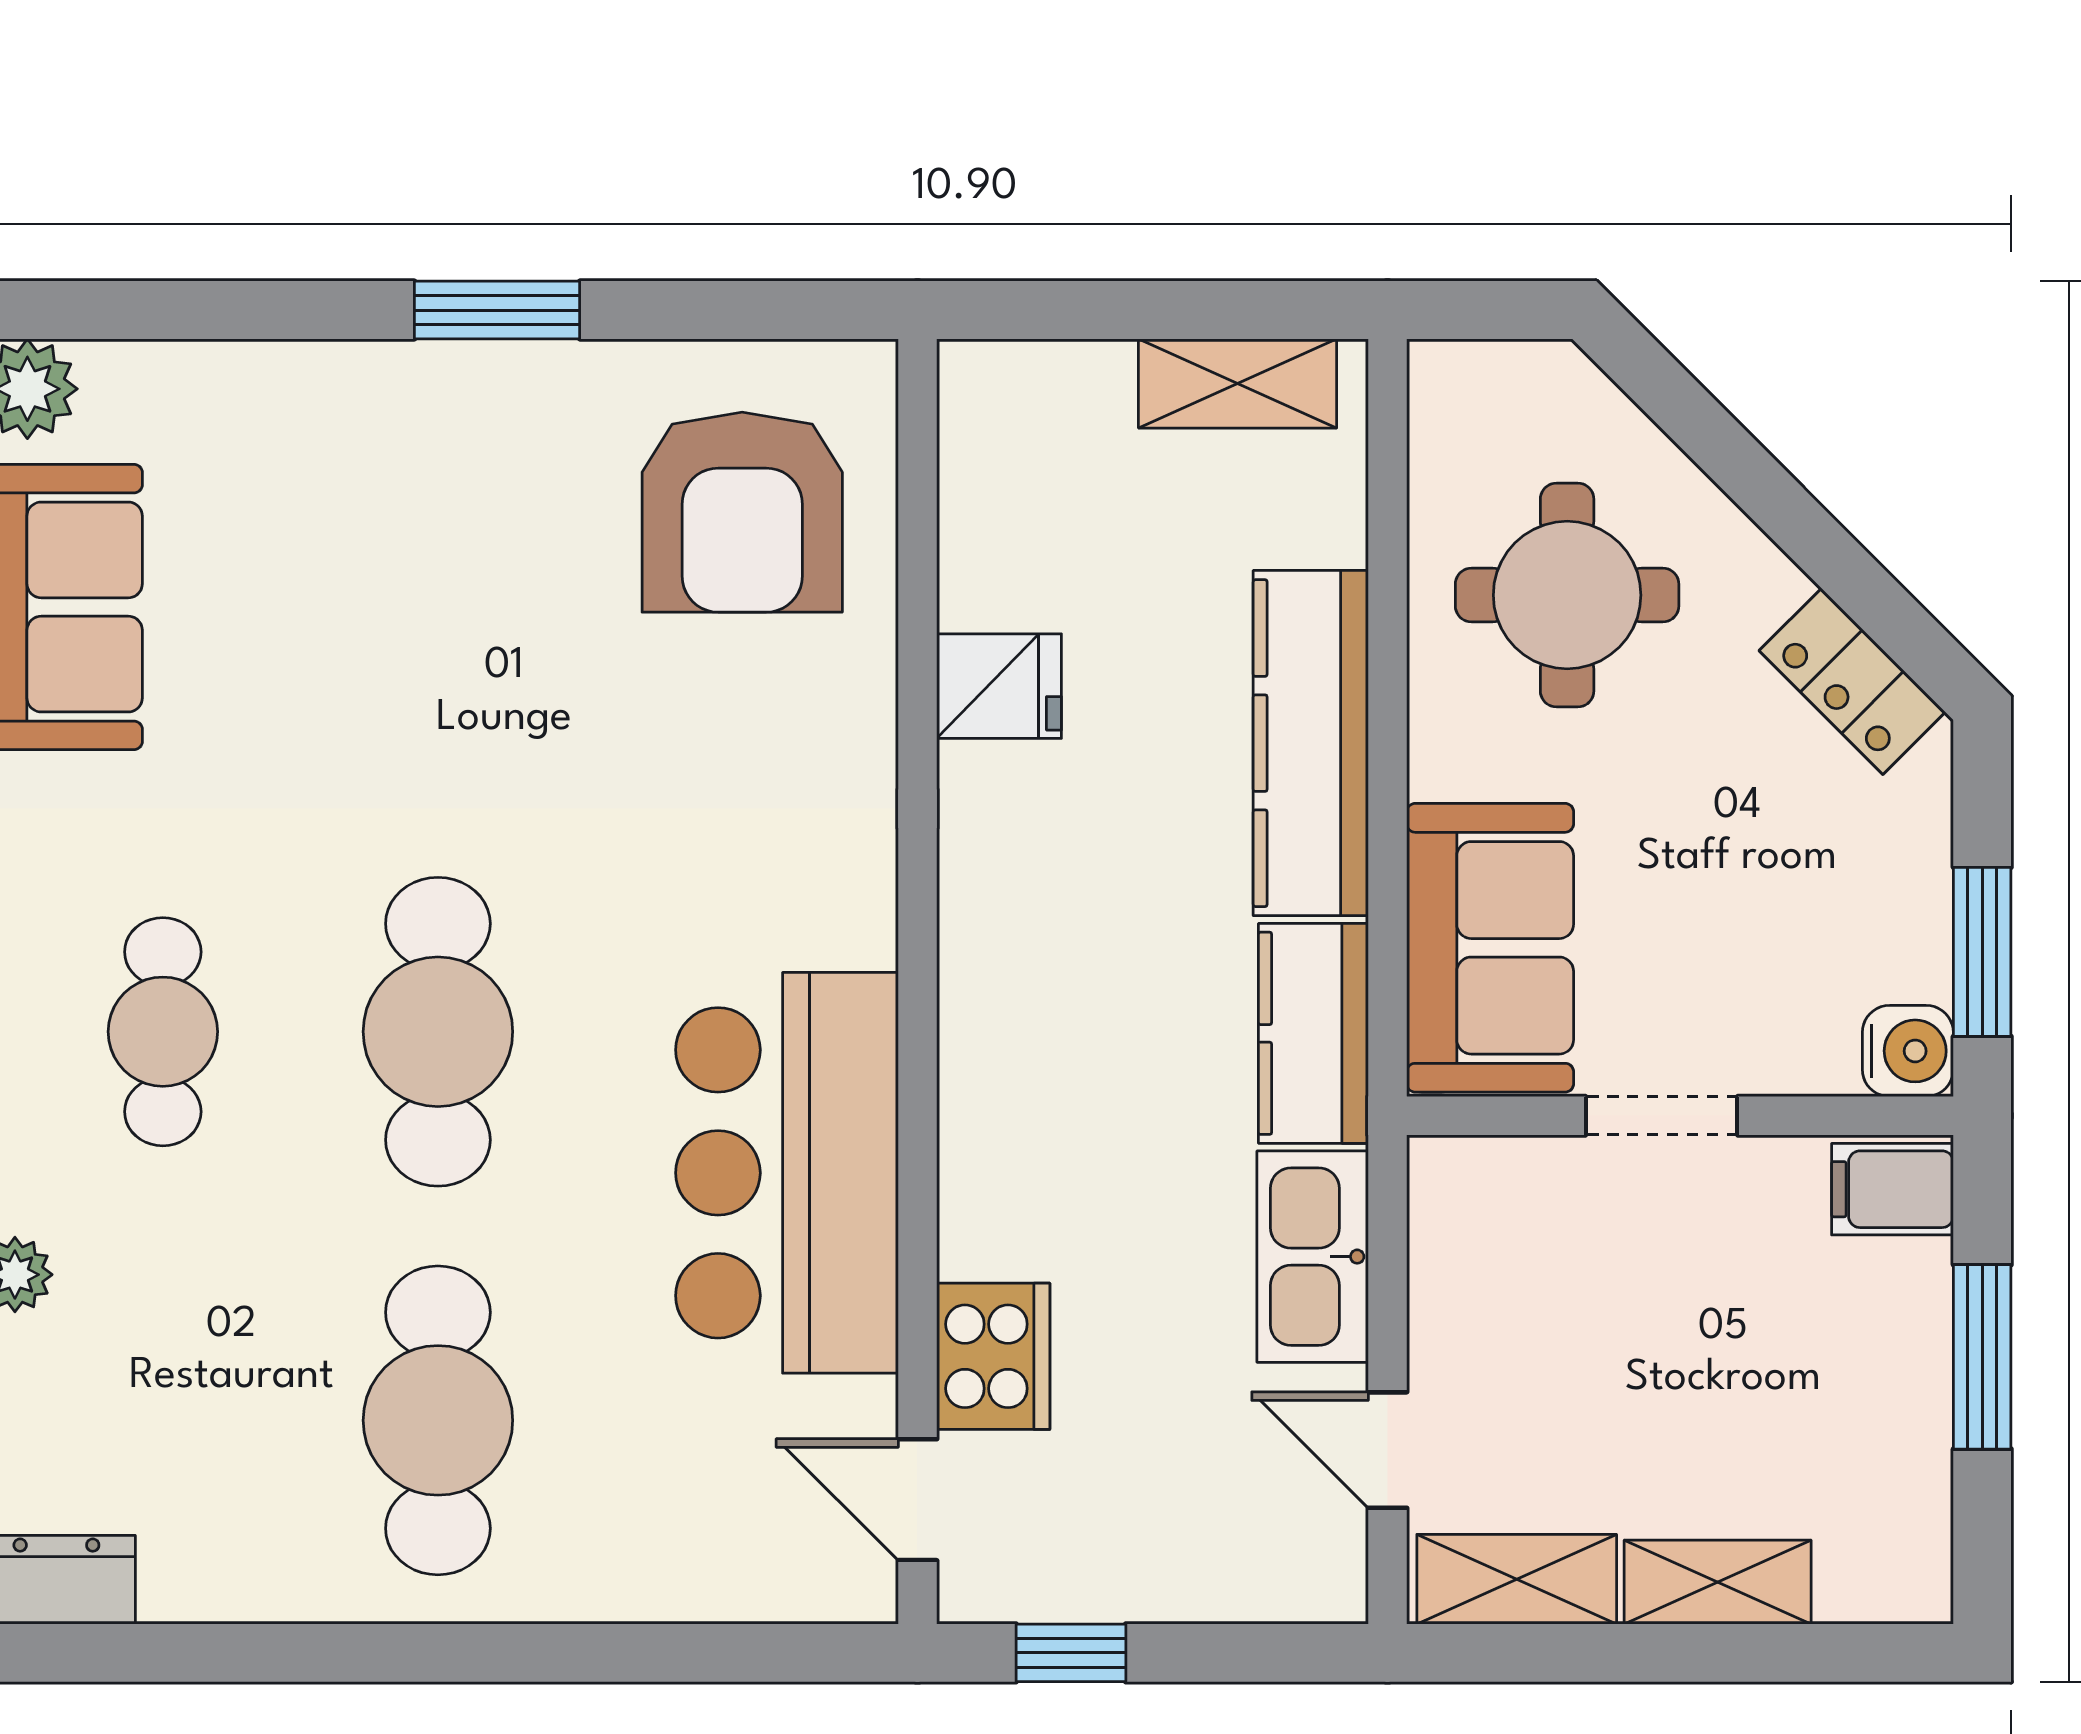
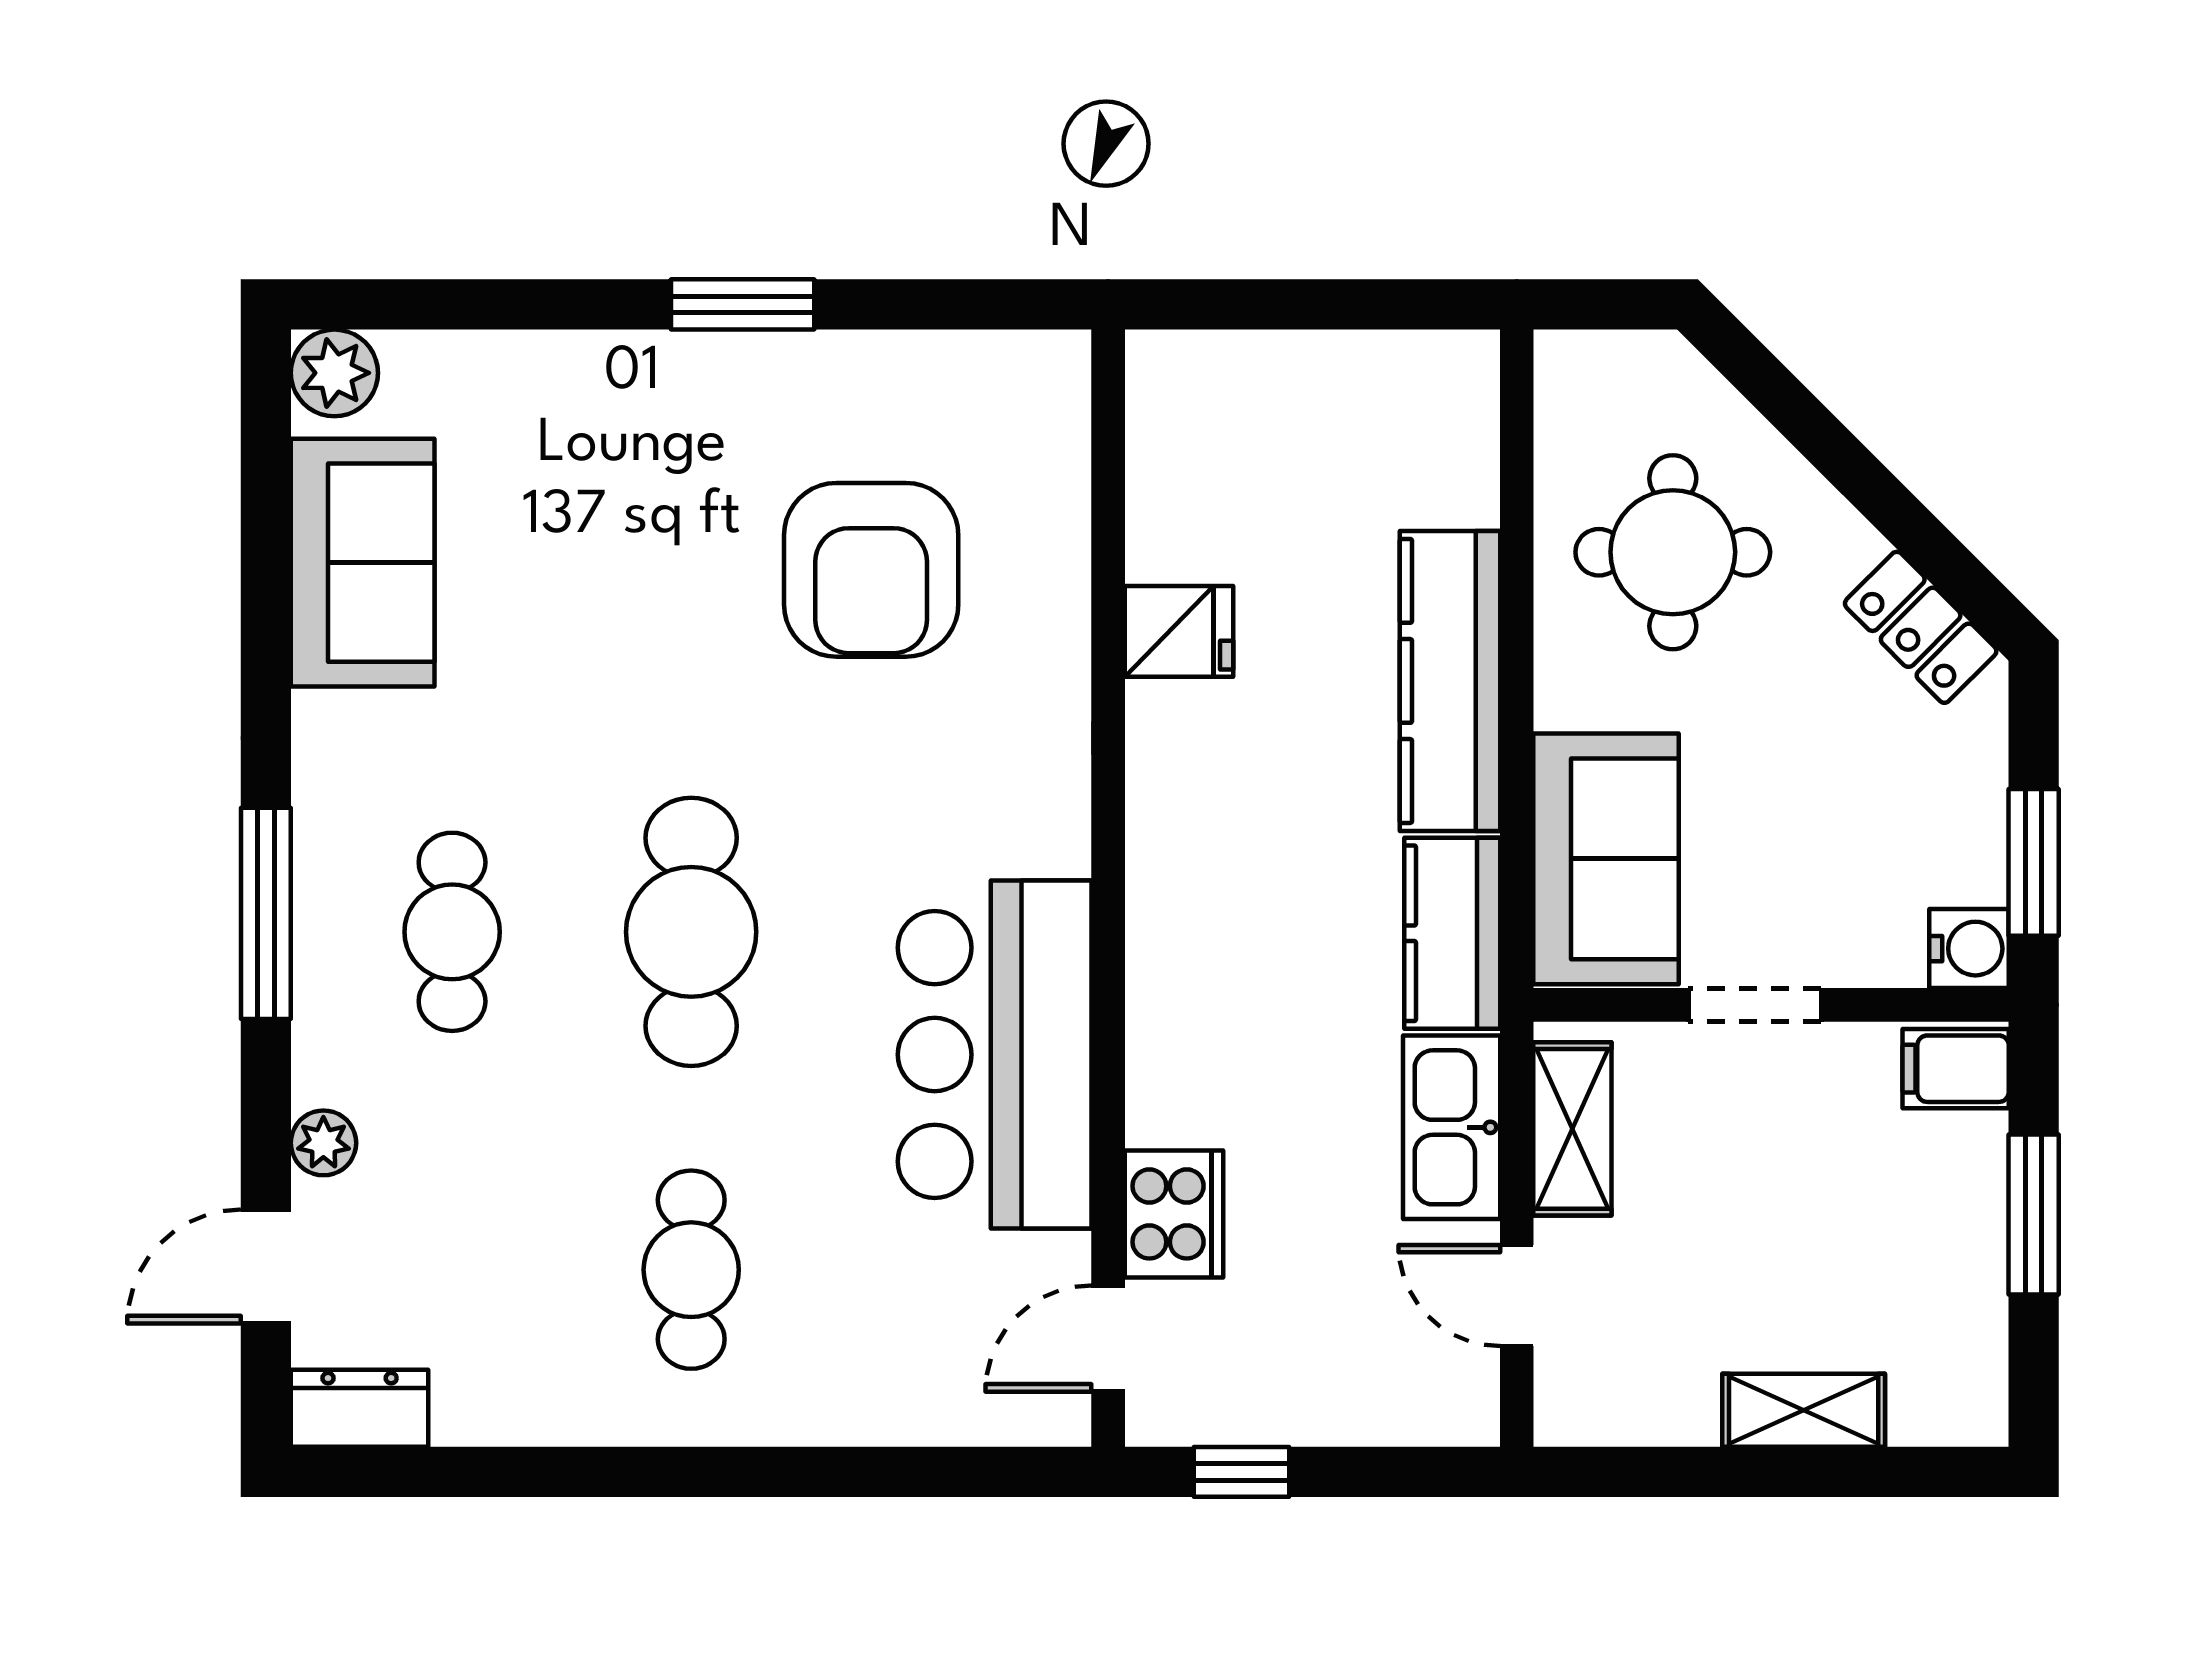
shelving: (1238, 383) -> (1386, 368), removed
armchair: (742, 512) -> (871, 570), moved
cafe table: (438, 1420) -> (691, 1270), width x0.73, depth x0.74
door: (917, 1500) -> (1108, 1339), hinge flipped
shelving: (1517, 1579) -> (1572, 1129), moved, turned 90

